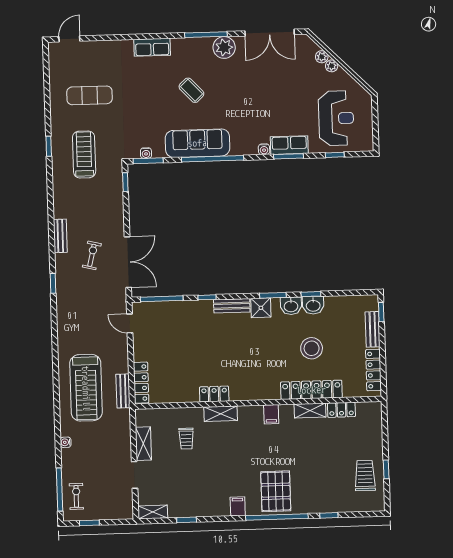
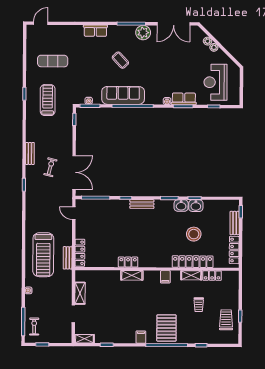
reception desk: (336, 118) -> (216, 82), turned 180
shower: (261, 308) -> (161, 206), removed
trolley: (186, 439) -> (199, 305), moved

